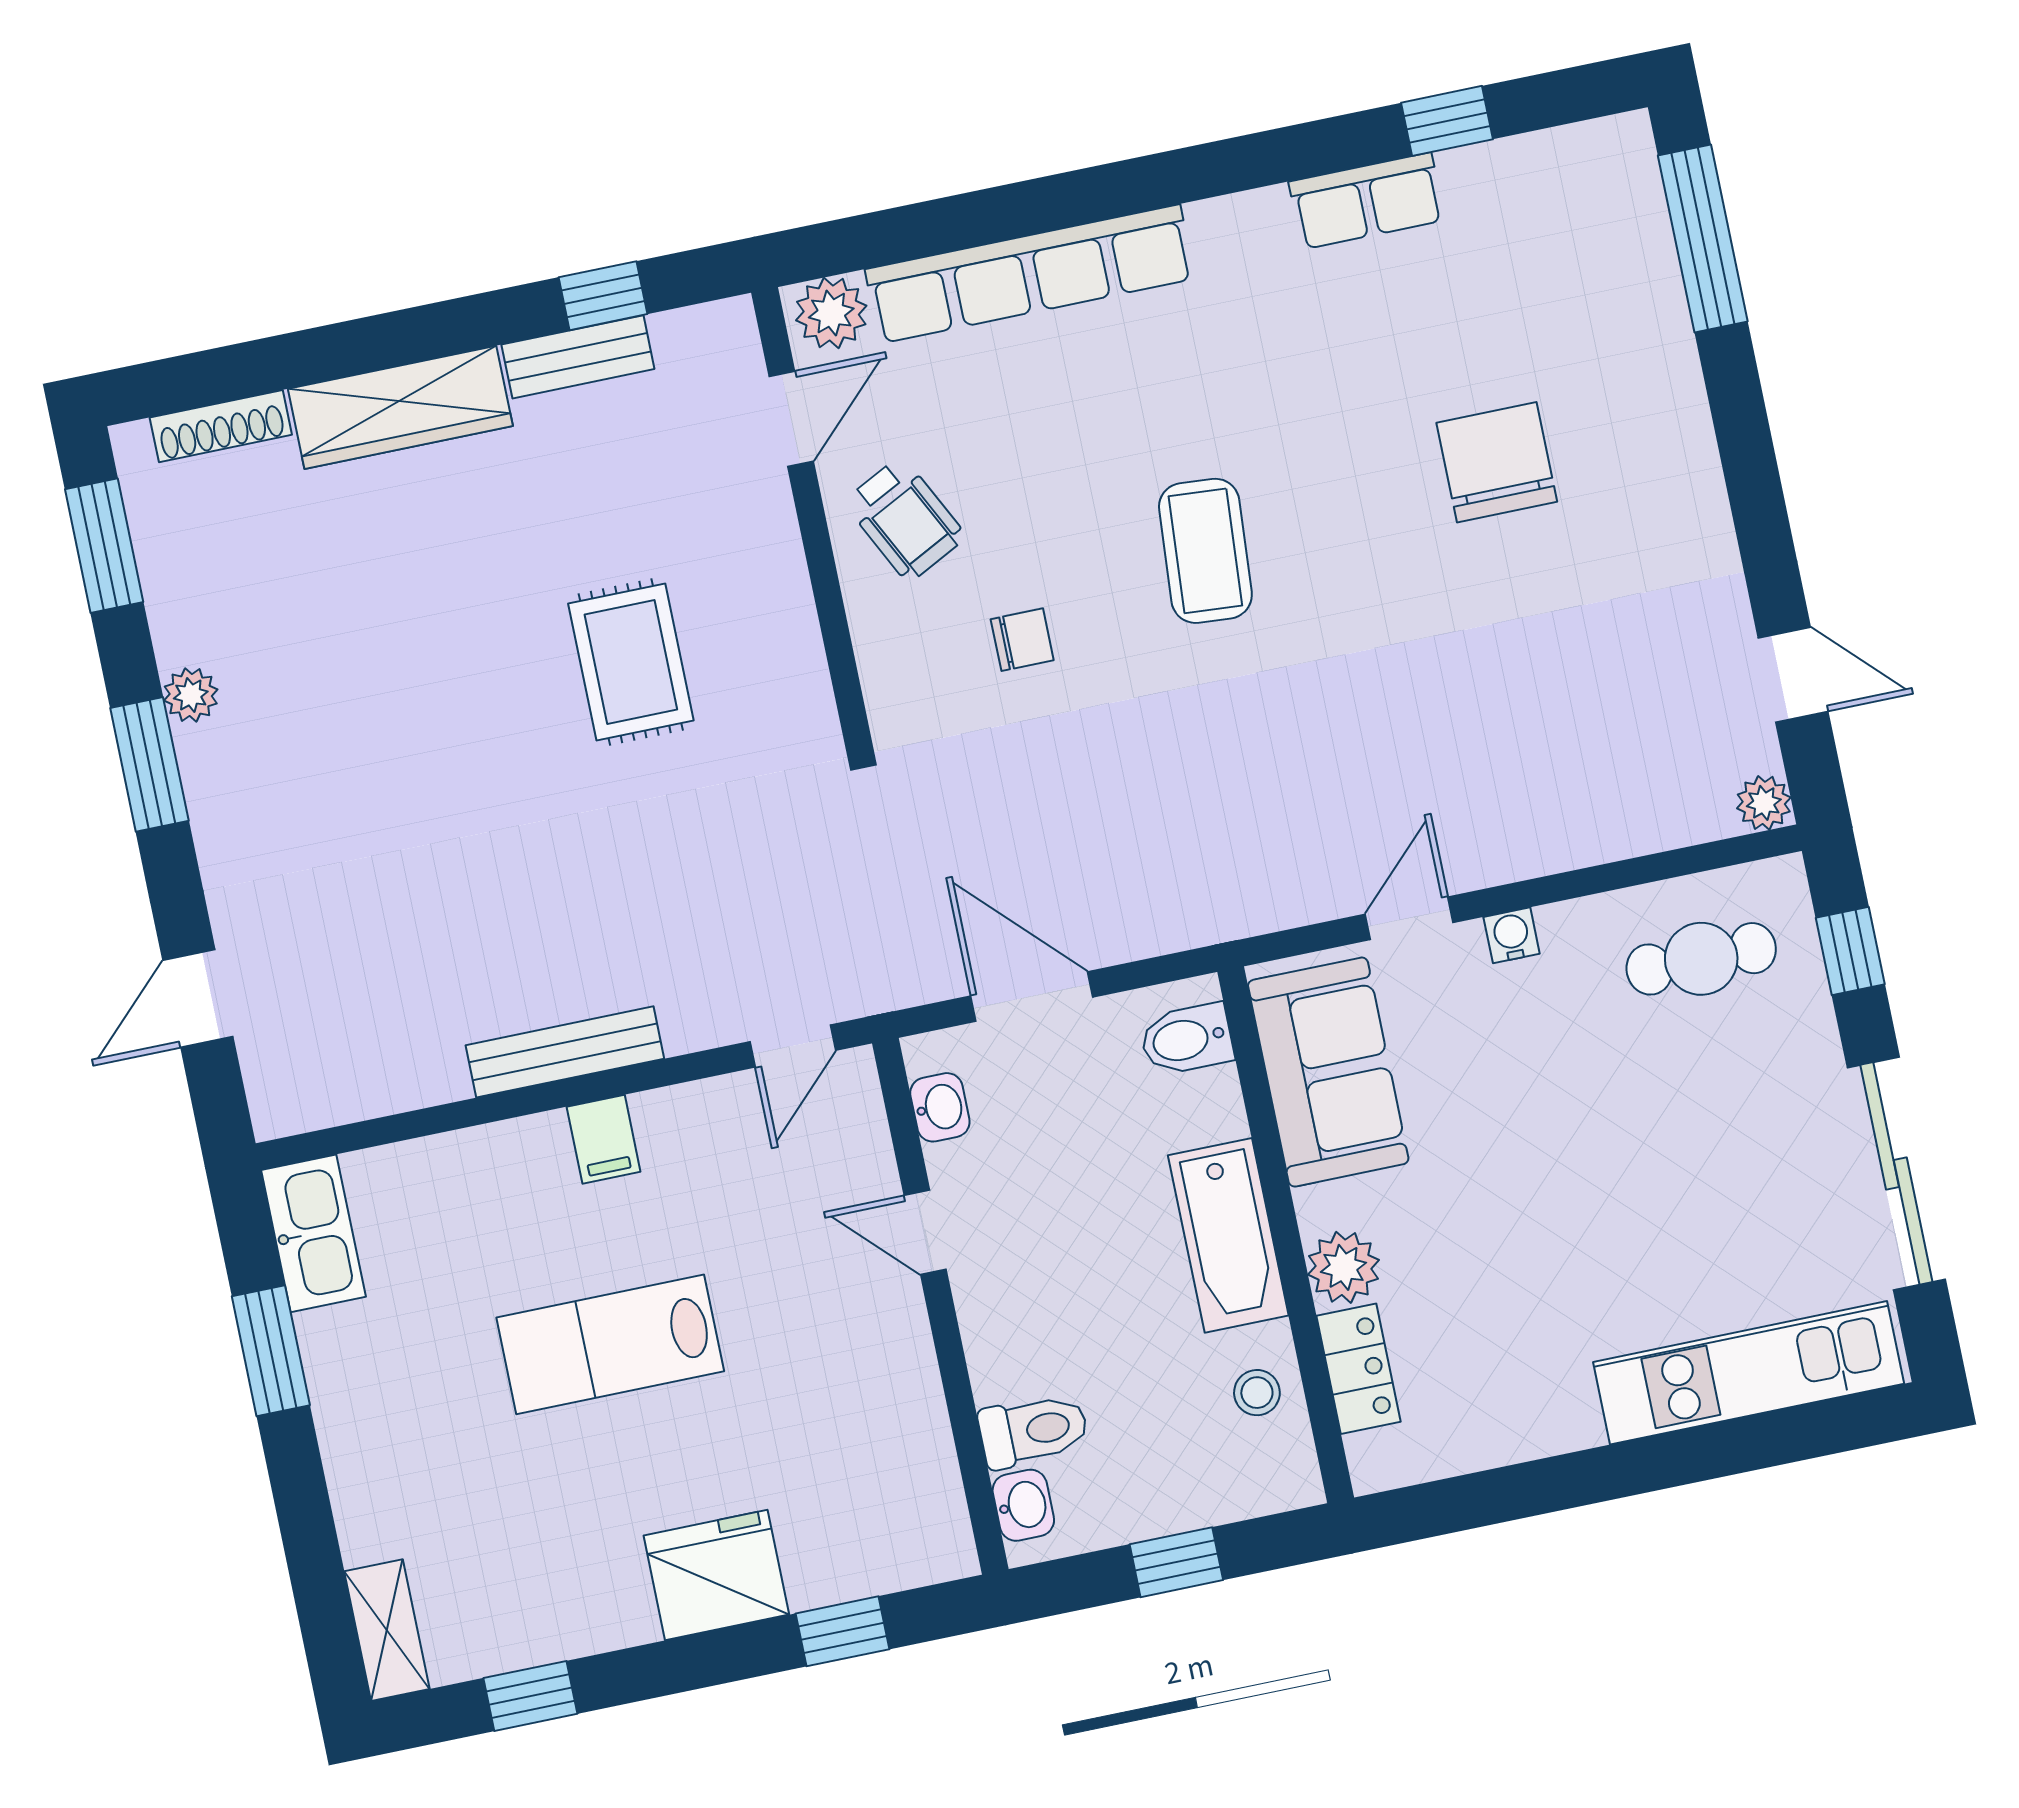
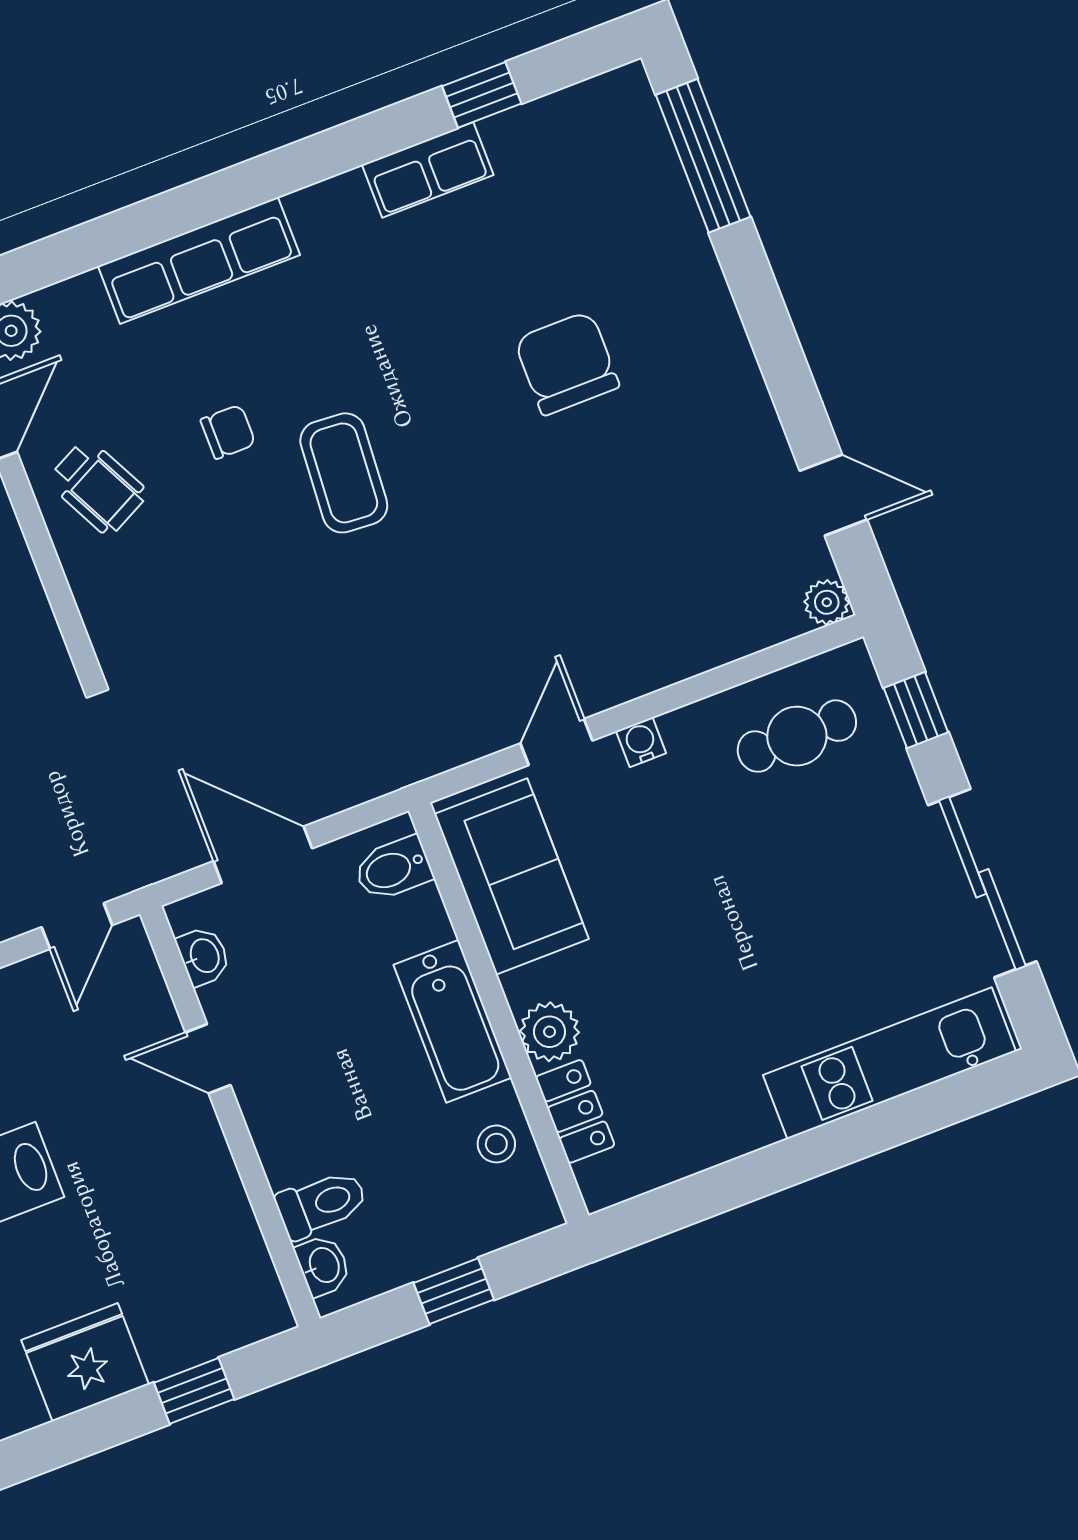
row of seats: (1030, 274) -> (199, 261), width x0.73
chair: (1022, 640) -> (228, 432), moved

